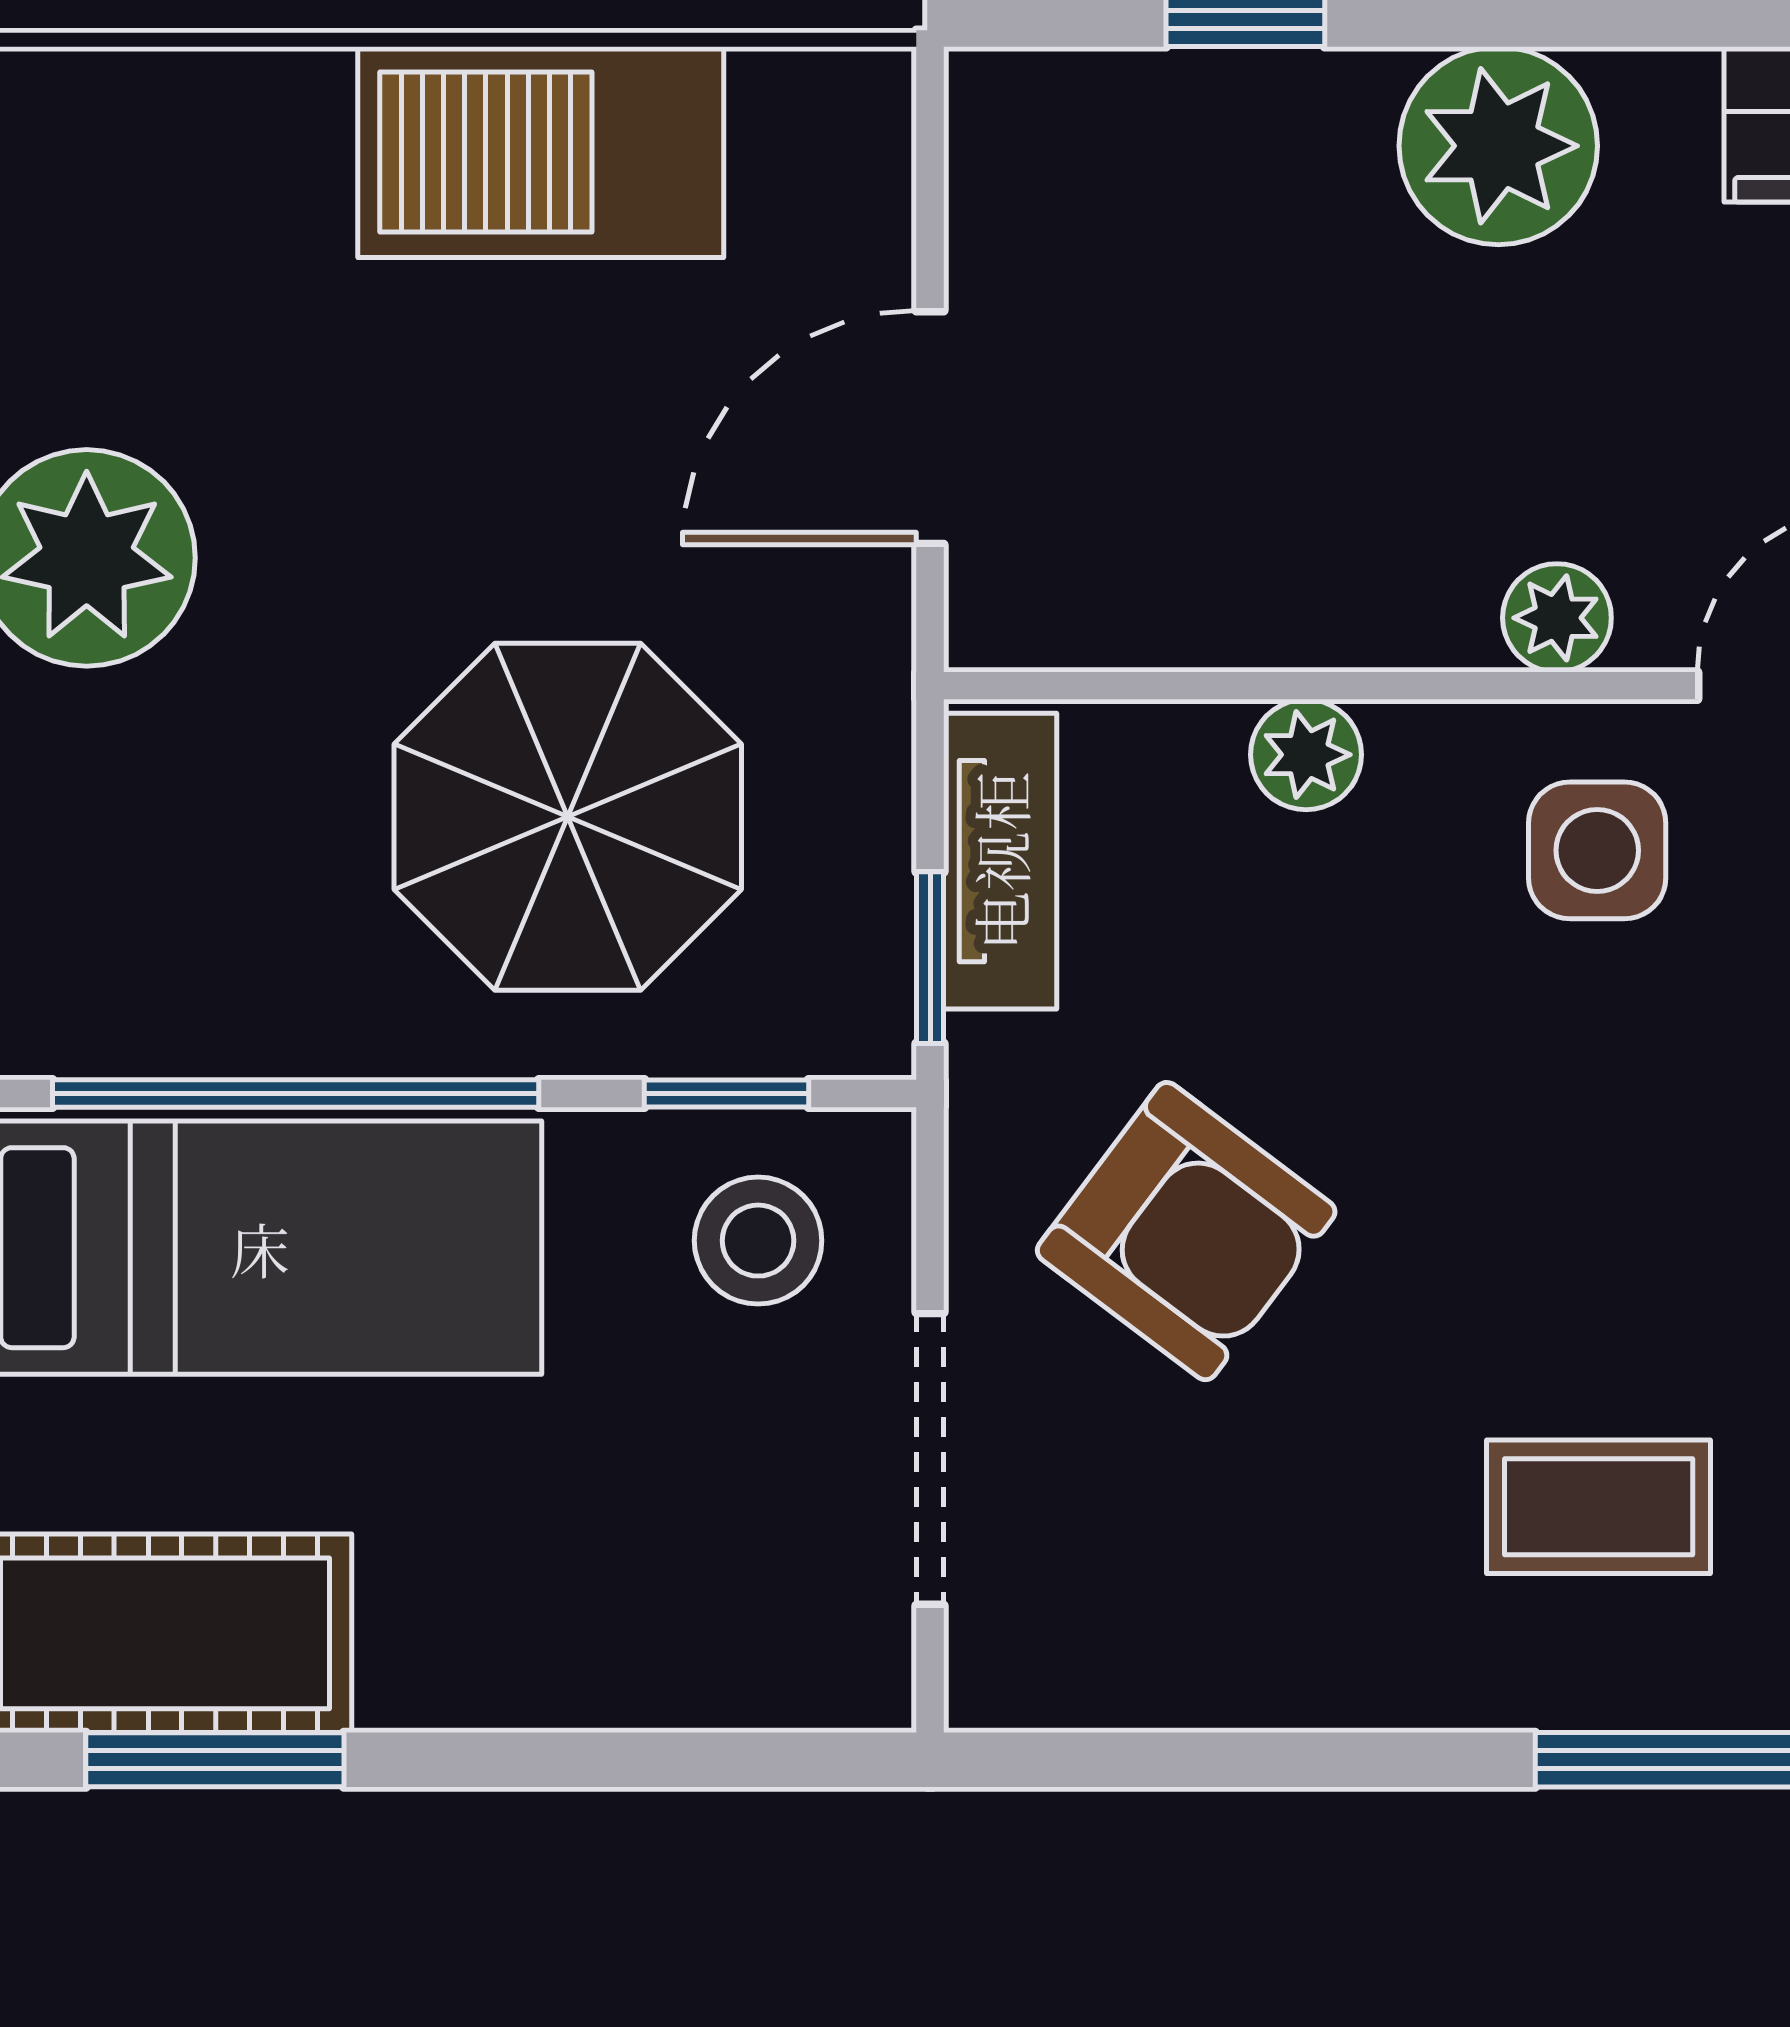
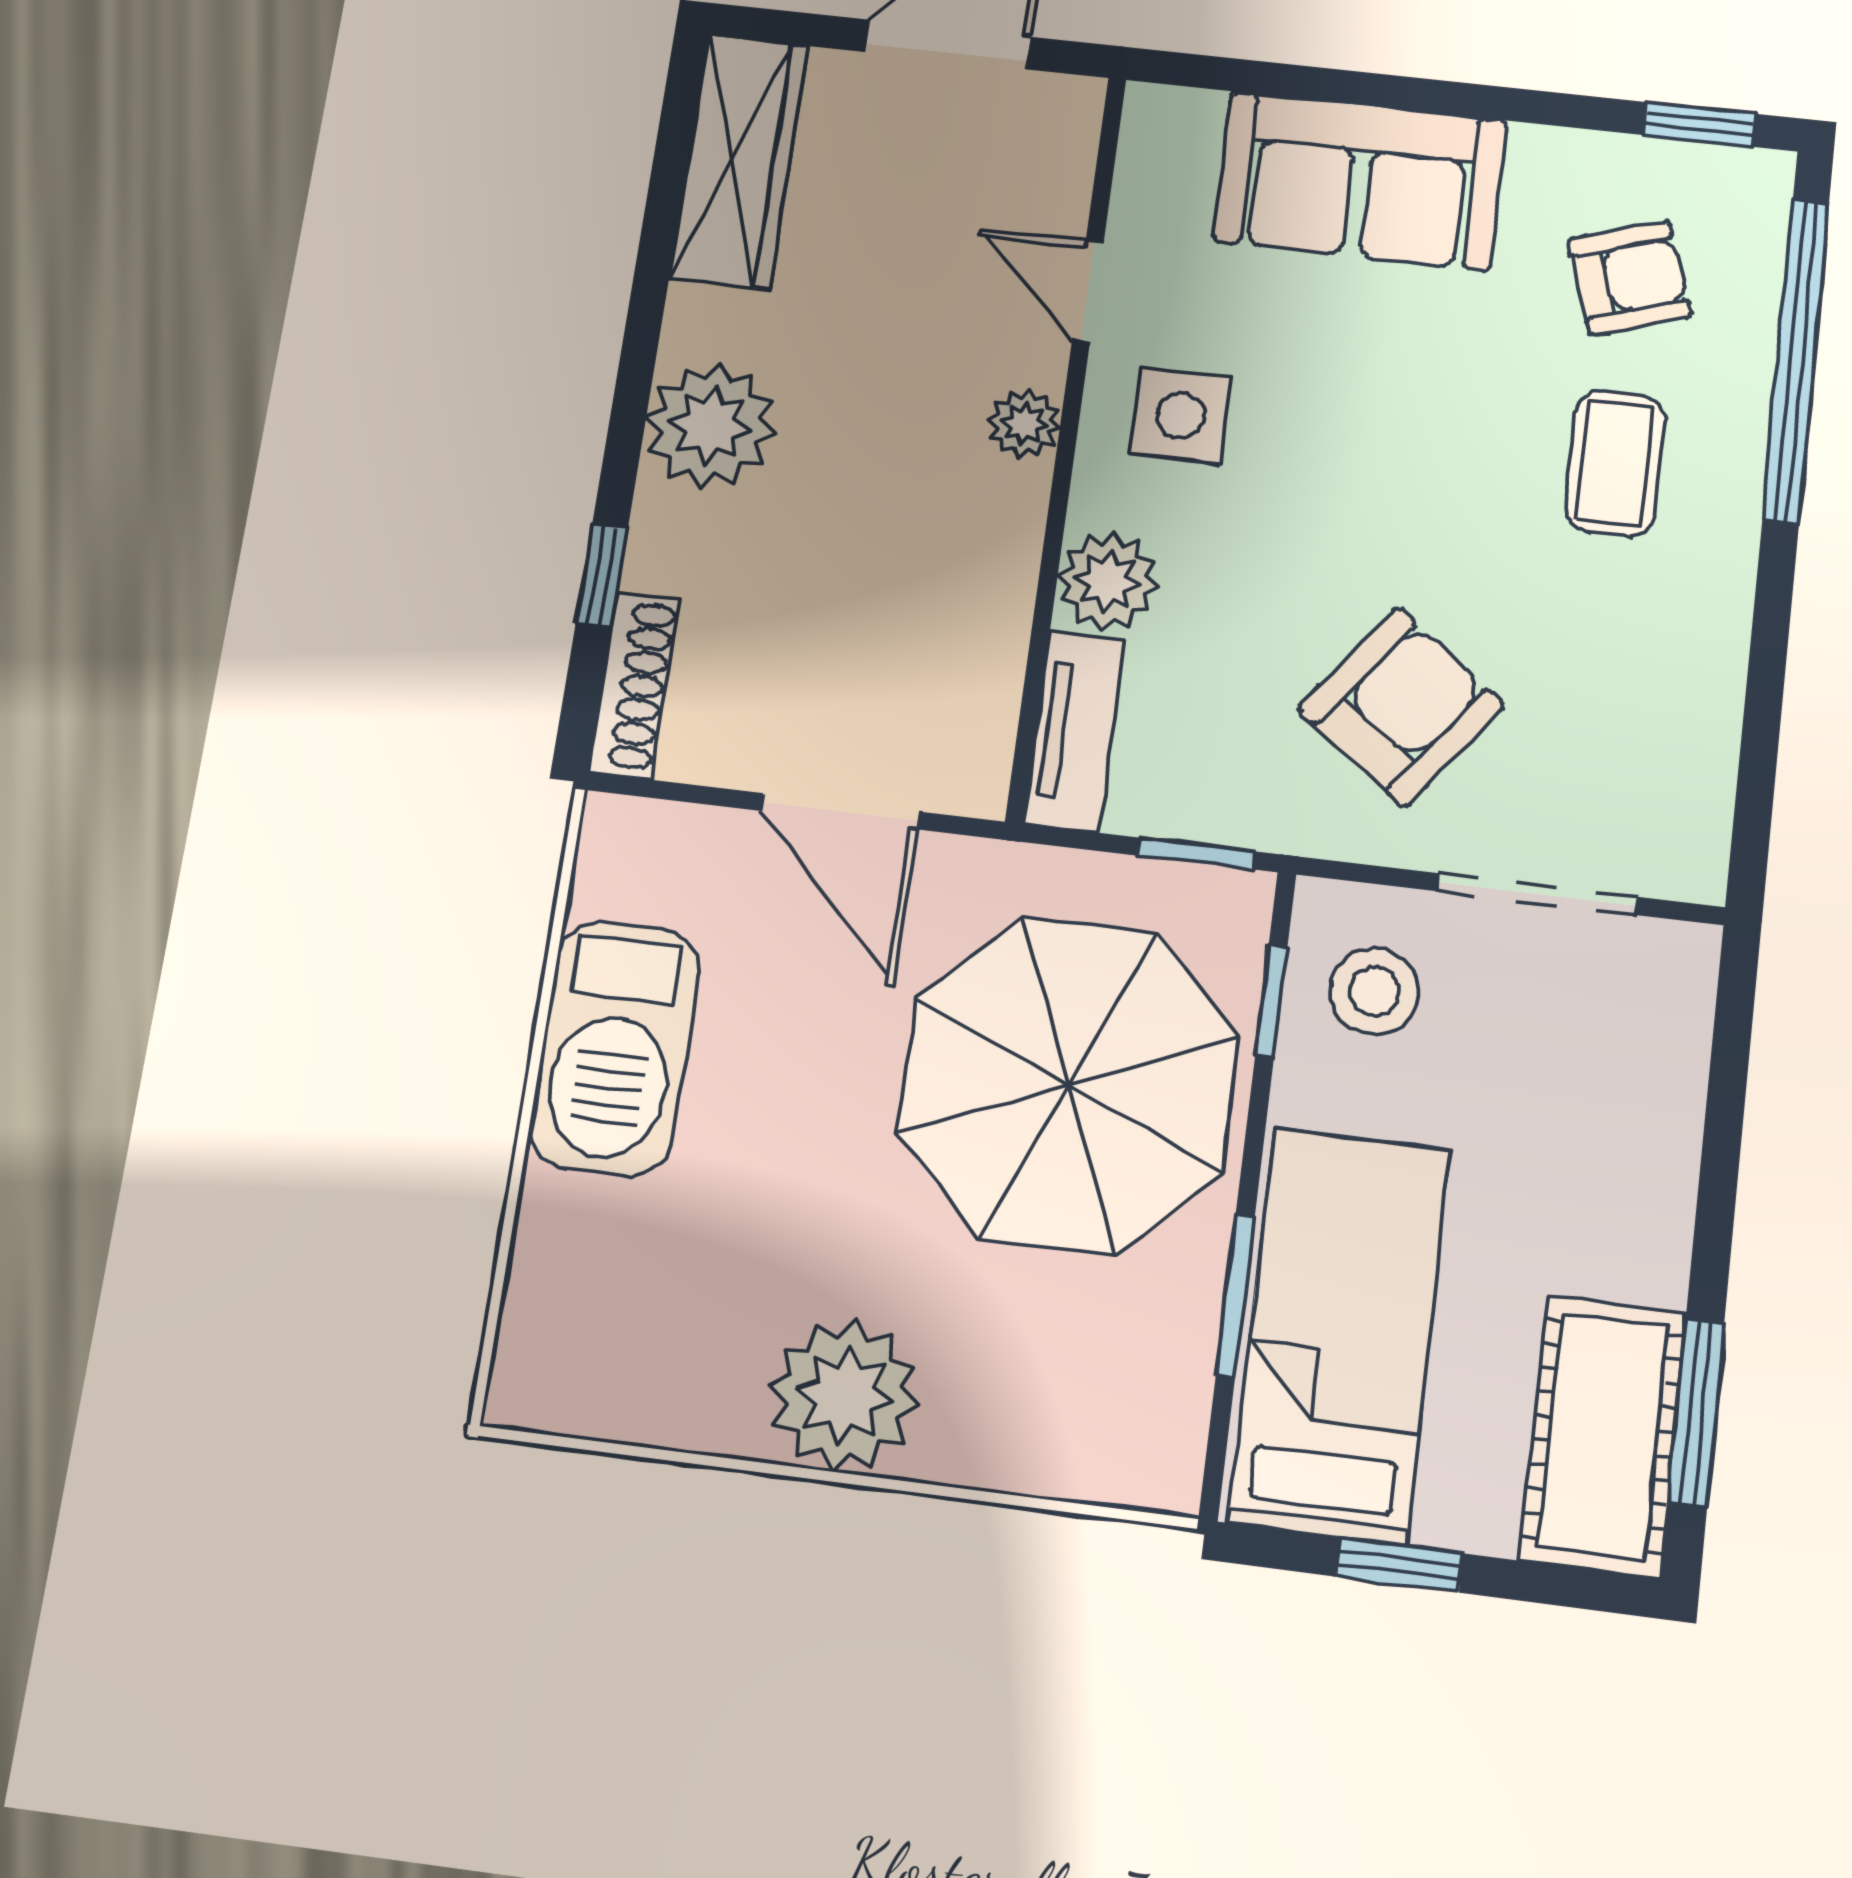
shoe rack: (1083, 94) -> (634, 685), added
plant: (1306, 755) -> (1108, 581), width x1.38, depth x1.38
parasol: (568, 817) -> (1069, 1085), width x1.36, depth x1.36
tv unit: (1000, 861) -> (1074, 731), moved, turned 90
window: (296, 1094) -> (1235, 1296), width x0.47

